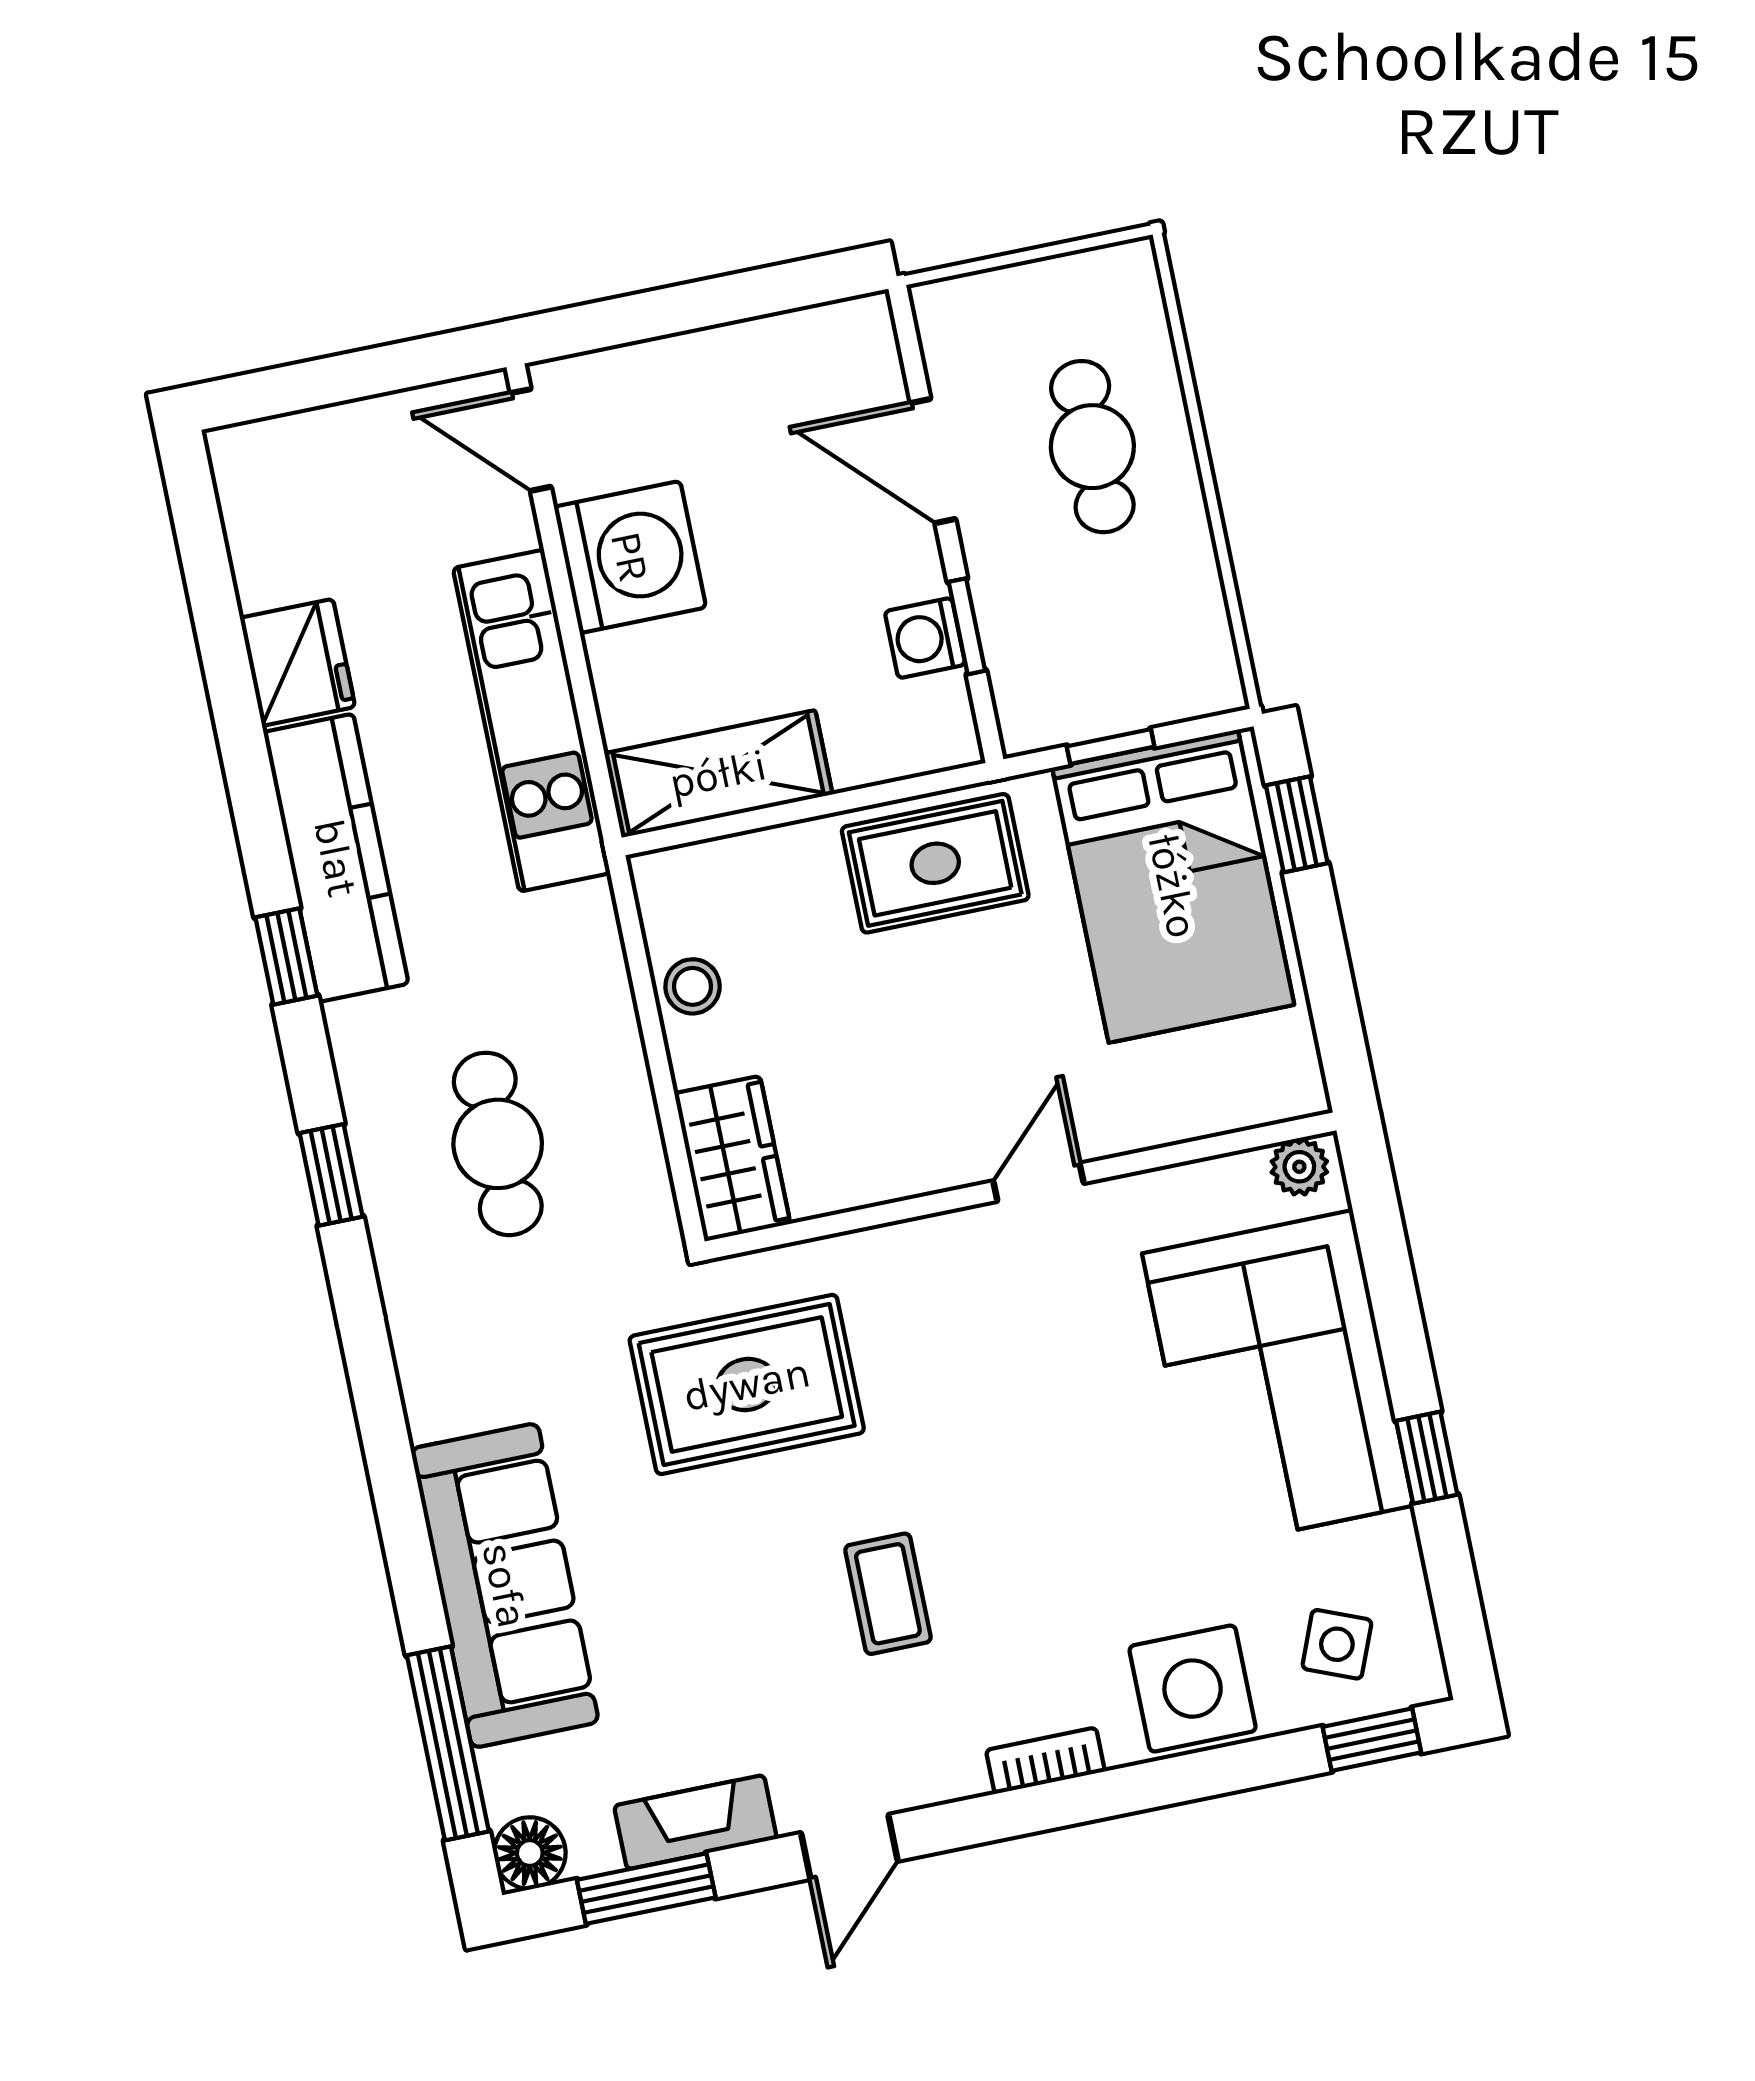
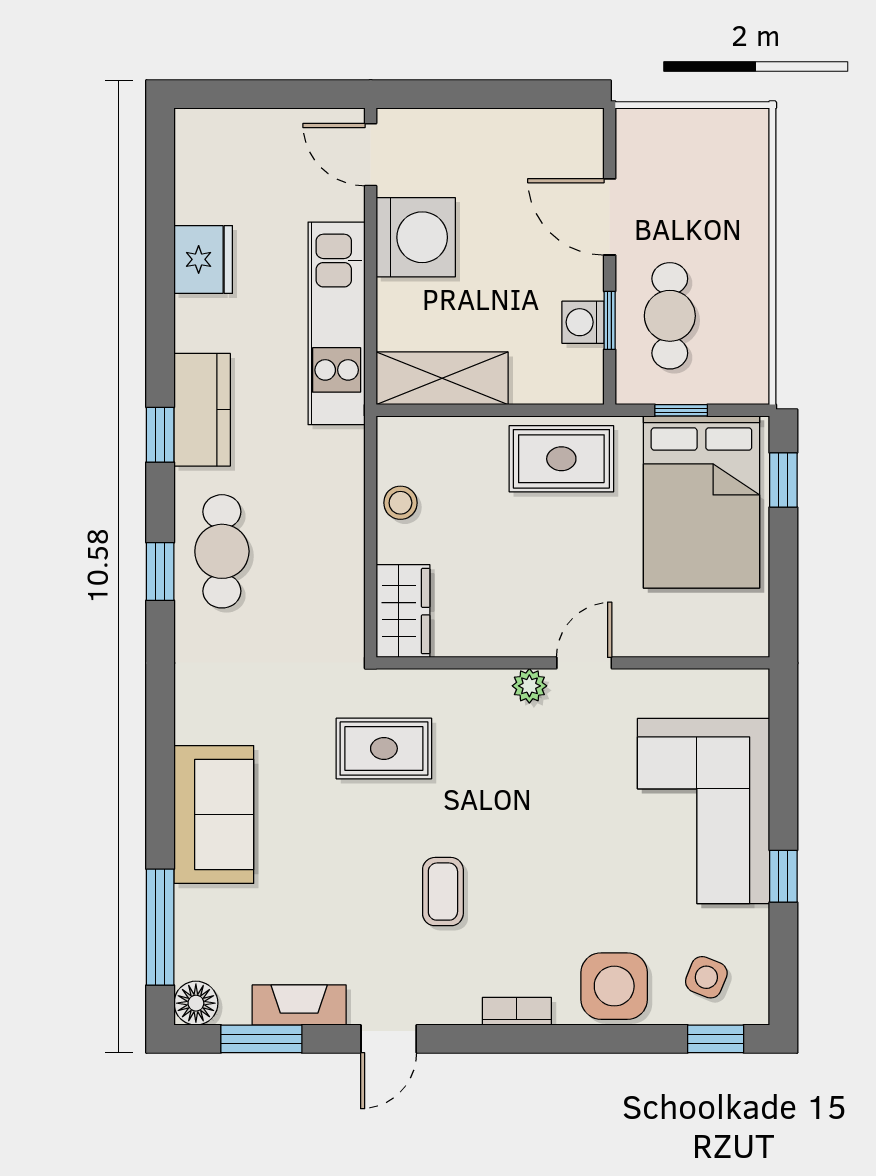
cafe table: (1092, 447) -> (670, 316), moved
kitchen counter: (336, 858) -> (202, 410), width x0.67
cafe table: (498, 1144) -> (222, 551), moved
plant: (1299, 1167) -> (529, 686), moved
rug: (747, 1384) -> (384, 748), width x0.73, depth x0.70
sofa: (505, 1585) -> (214, 815), width x0.73

